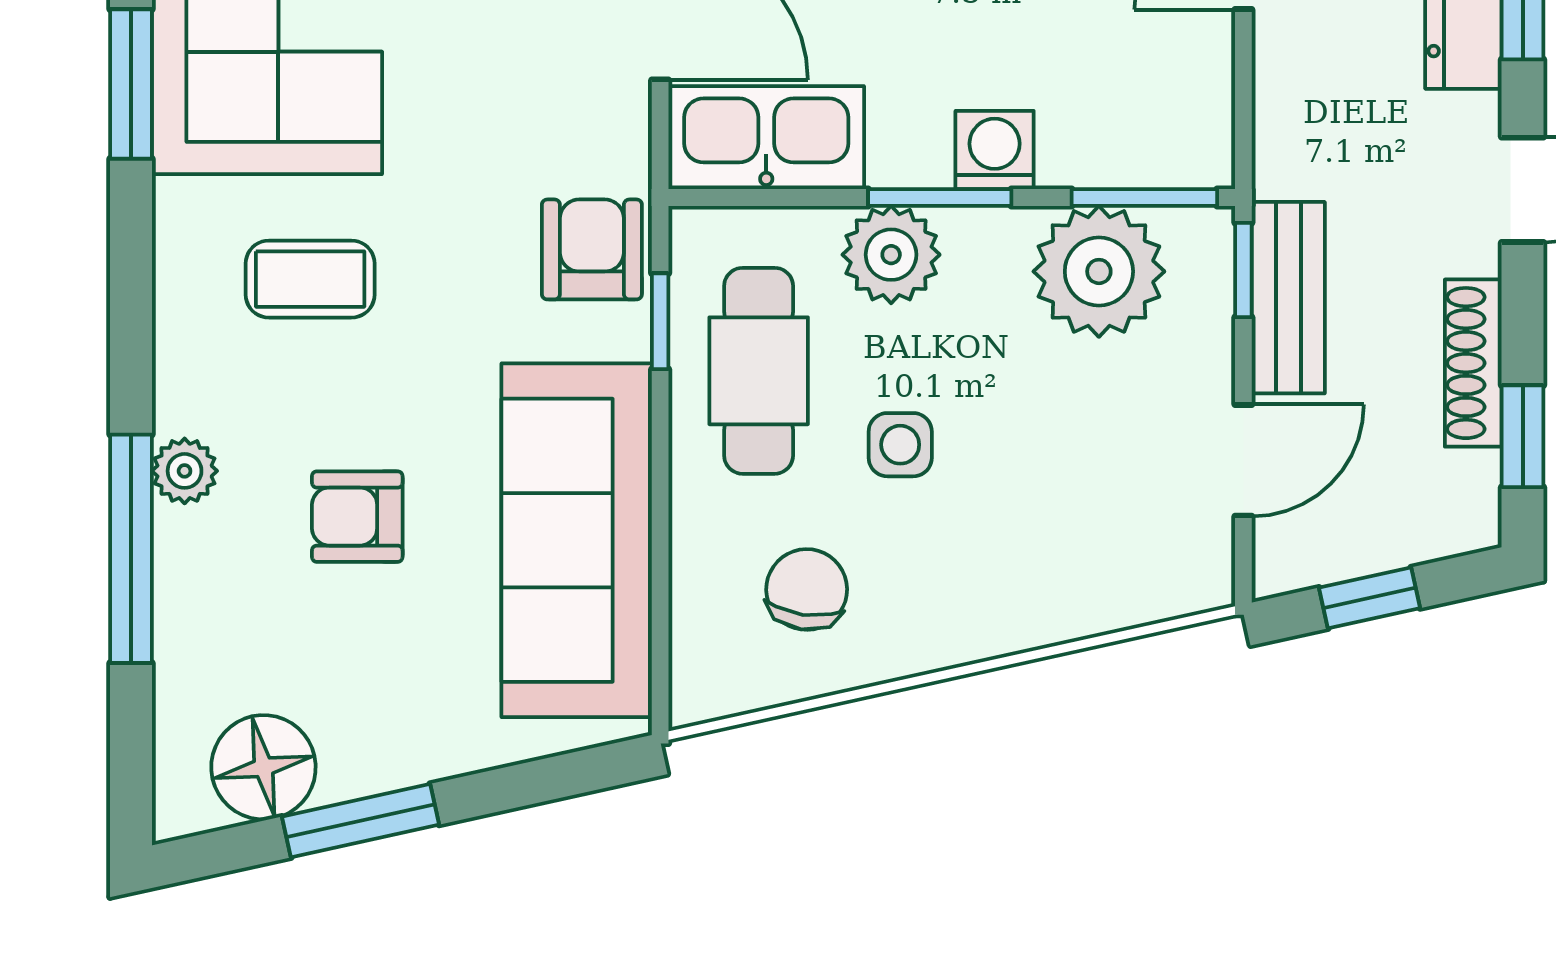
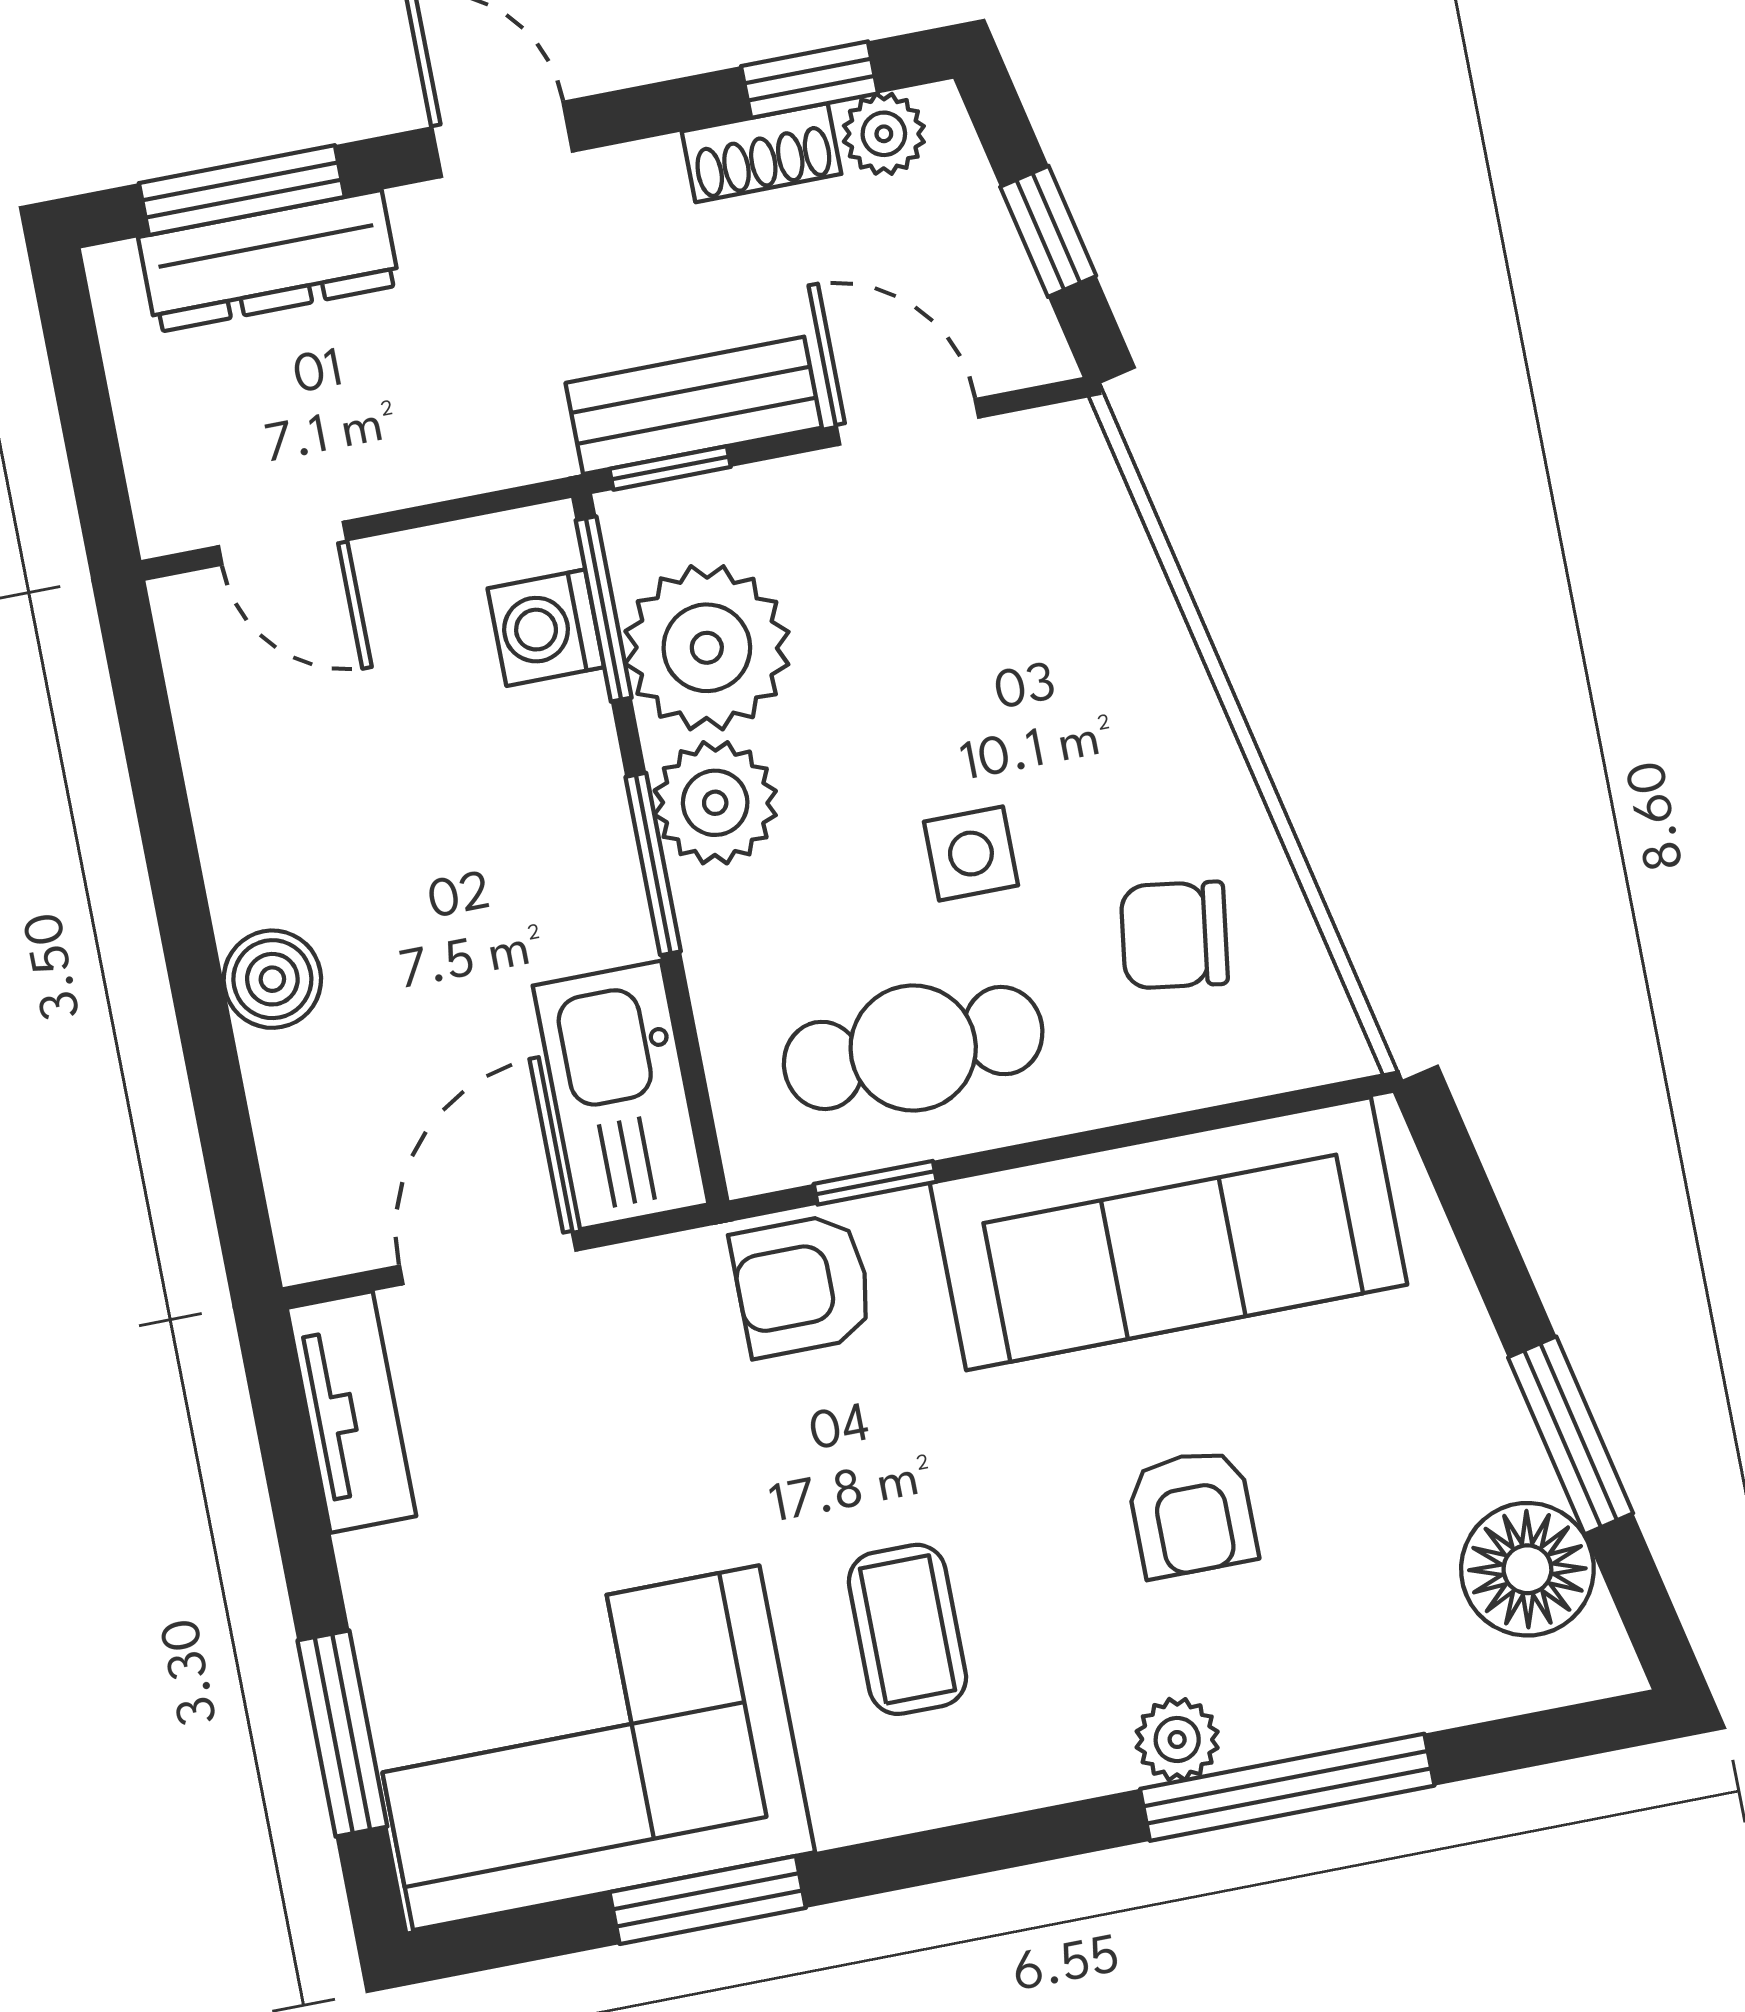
washing machine: (995, 150) -> (546, 628), moved
plant: (891, 255) -> (715, 803), moved
shoe rack: (1473, 363) -> (762, 153), width x0.70
plant: (1470, 485) -> (884, 134), added

